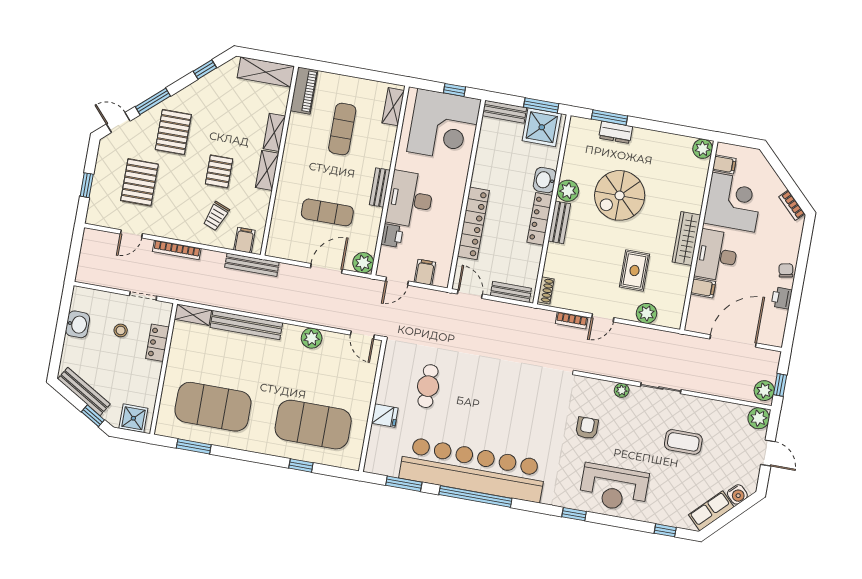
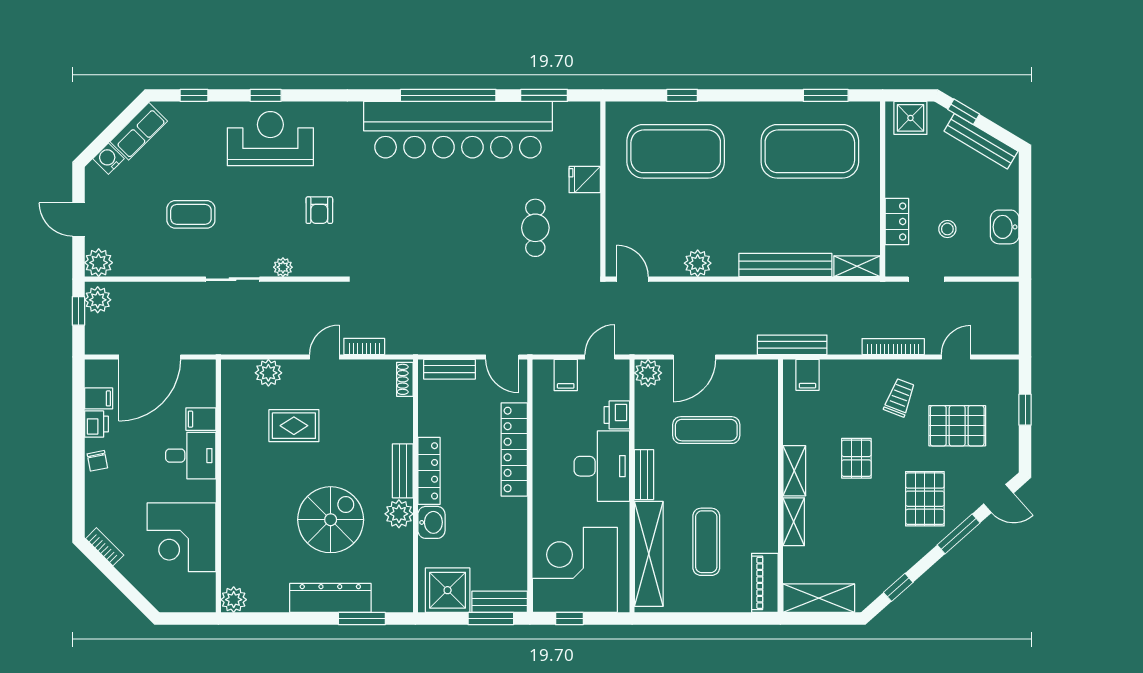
window: (541, 105) -> (491, 619), moved
shelving: (393, 107) -> (649, 554), width x2.20, depth x1.33
dresser: (616, 132) -> (330, 598), width x1.96, depth x1.24
filing cabinet: (724, 164) -> (99, 398), moved, turned 180
pallet: (139, 182) -> (957, 426), turned 90
trolley: (216, 216) -> (900, 398), moved
wardrobe: (686, 239) -> (234, 479), removed
desk: (717, 255) -> (191, 456), width x0.73
rug: (634, 271) -> (294, 426), turned 90
window: (574, 514) -> (266, 95), moved

